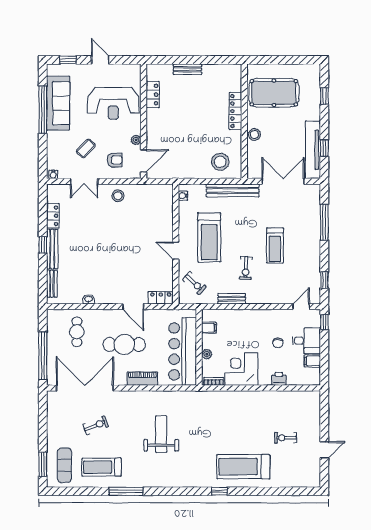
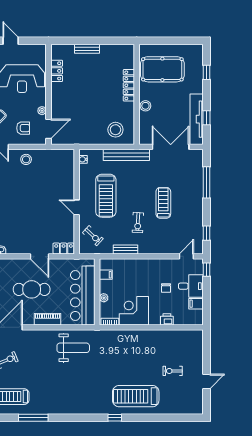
treadmill: (275, 245) -> (163, 203), turned 180
weight bench: (161, 434) -> (73, 348), moved, turned 90

